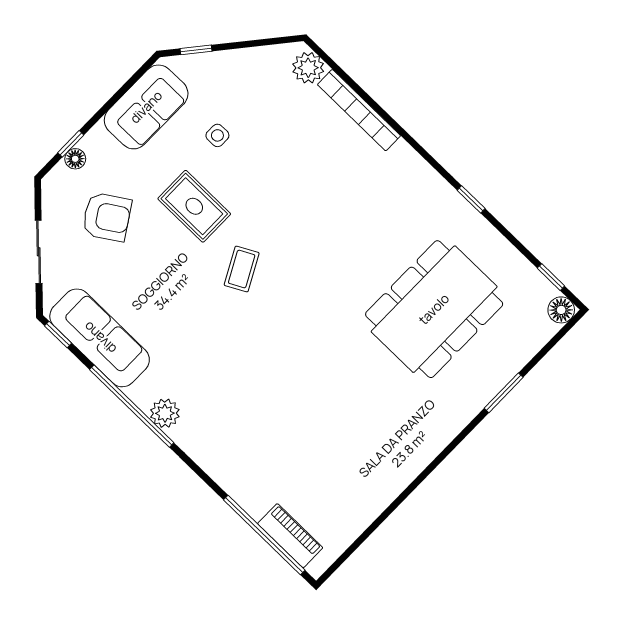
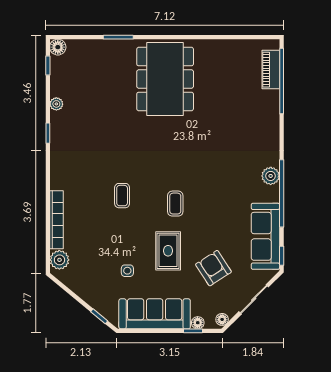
sofa: (146, 107) -> (155, 314), width x1.36
floor lamp: (51, 191) -> (222, 319), added
coffee table: (312, 215) -> (122, 196), added
armchair: (107, 217) -> (213, 268), moved
plant: (496, 243) -> (56, 104), added
coffee table: (242, 269) -> (175, 204), turned -62
dining table: (434, 309) -> (165, 79), moved, turned 90

